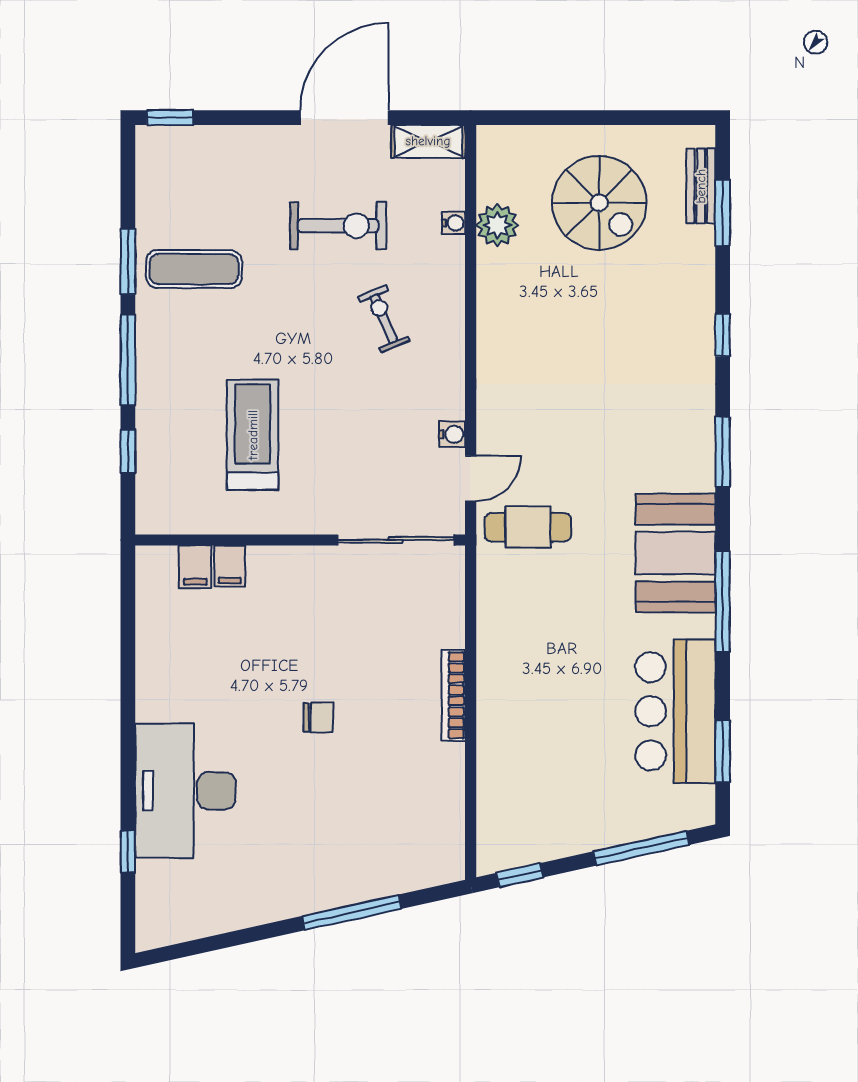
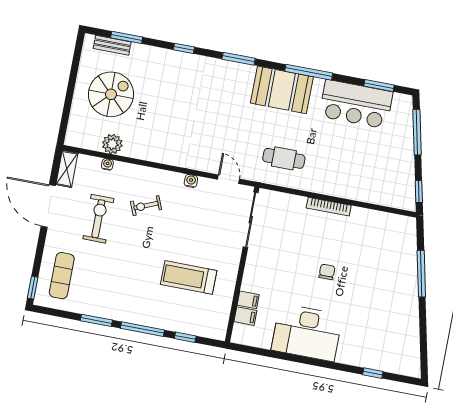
exercise mat: (194, 269) -> (62, 276), moved
water cooler: (452, 434) -> (191, 181), moved
cafe table: (528, 527) -> (284, 158), moved, turned 90
desk: (185, 791) -> (307, 333), moved

